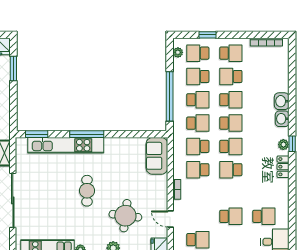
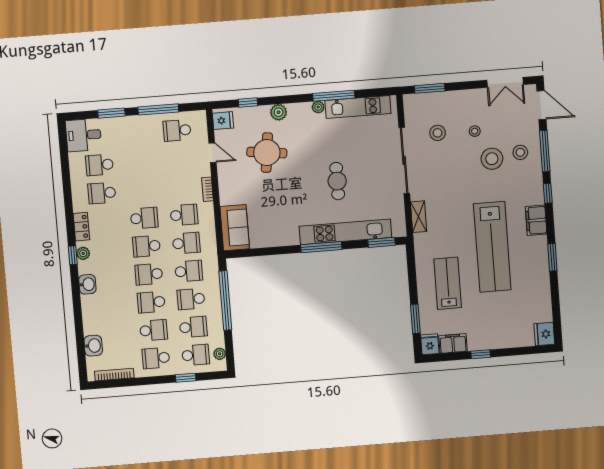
washbasin: (282, 101) -> (93, 346), moved
school desk: (198, 123) -> (189, 271), turned 180
cafe table: (87, 191) -> (337, 181), moved
school desk: (231, 216) -> (102, 193), moved

